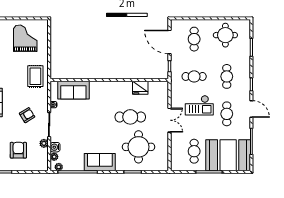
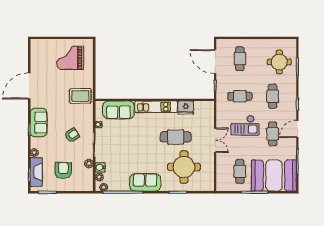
round table: (225, 35) -> (279, 62), moved
grand piano: (25, 38) -> (70, 58), turned -90
rug: (35, 76) -> (80, 96), turned 90
kitchen unit: (111, 87) -> (156, 107), added
door: (251, 109) -> (297, 129), swing flipped

